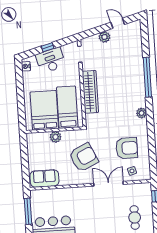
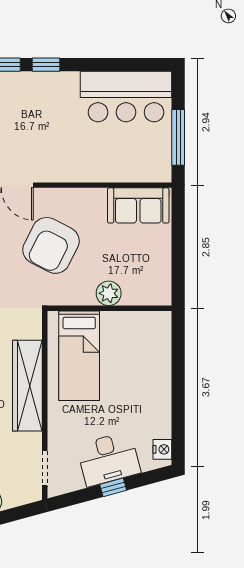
bed: (44, 110) -> (129, 352), removed
armchair: (84, 157) -> (51, 245), turned -38

